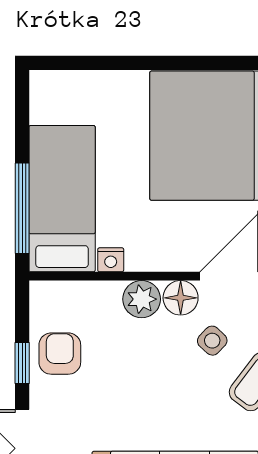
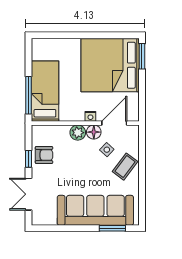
nightstand: (111, 260) -> (90, 116), moved
armchair: (60, 354) -> (44, 155), turned 90

